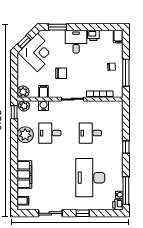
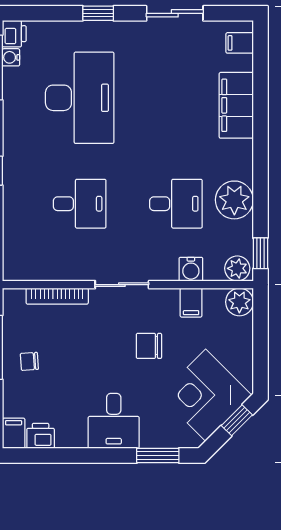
printer: (93, 35) -> (41, 436), moved

